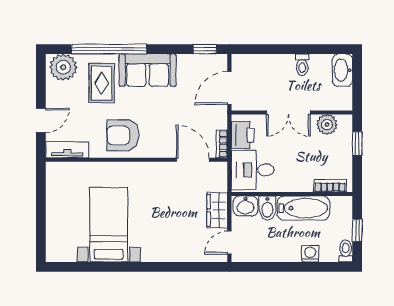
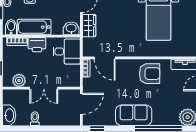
rug: (102, 83) -> (163, 107), removed
double door: (288, 112) -> (44, 88), swing flipped
printer: (243, 135) -> (37, 45), moved, turned -90
bidet: (267, 208) -> (11, 27), moved

